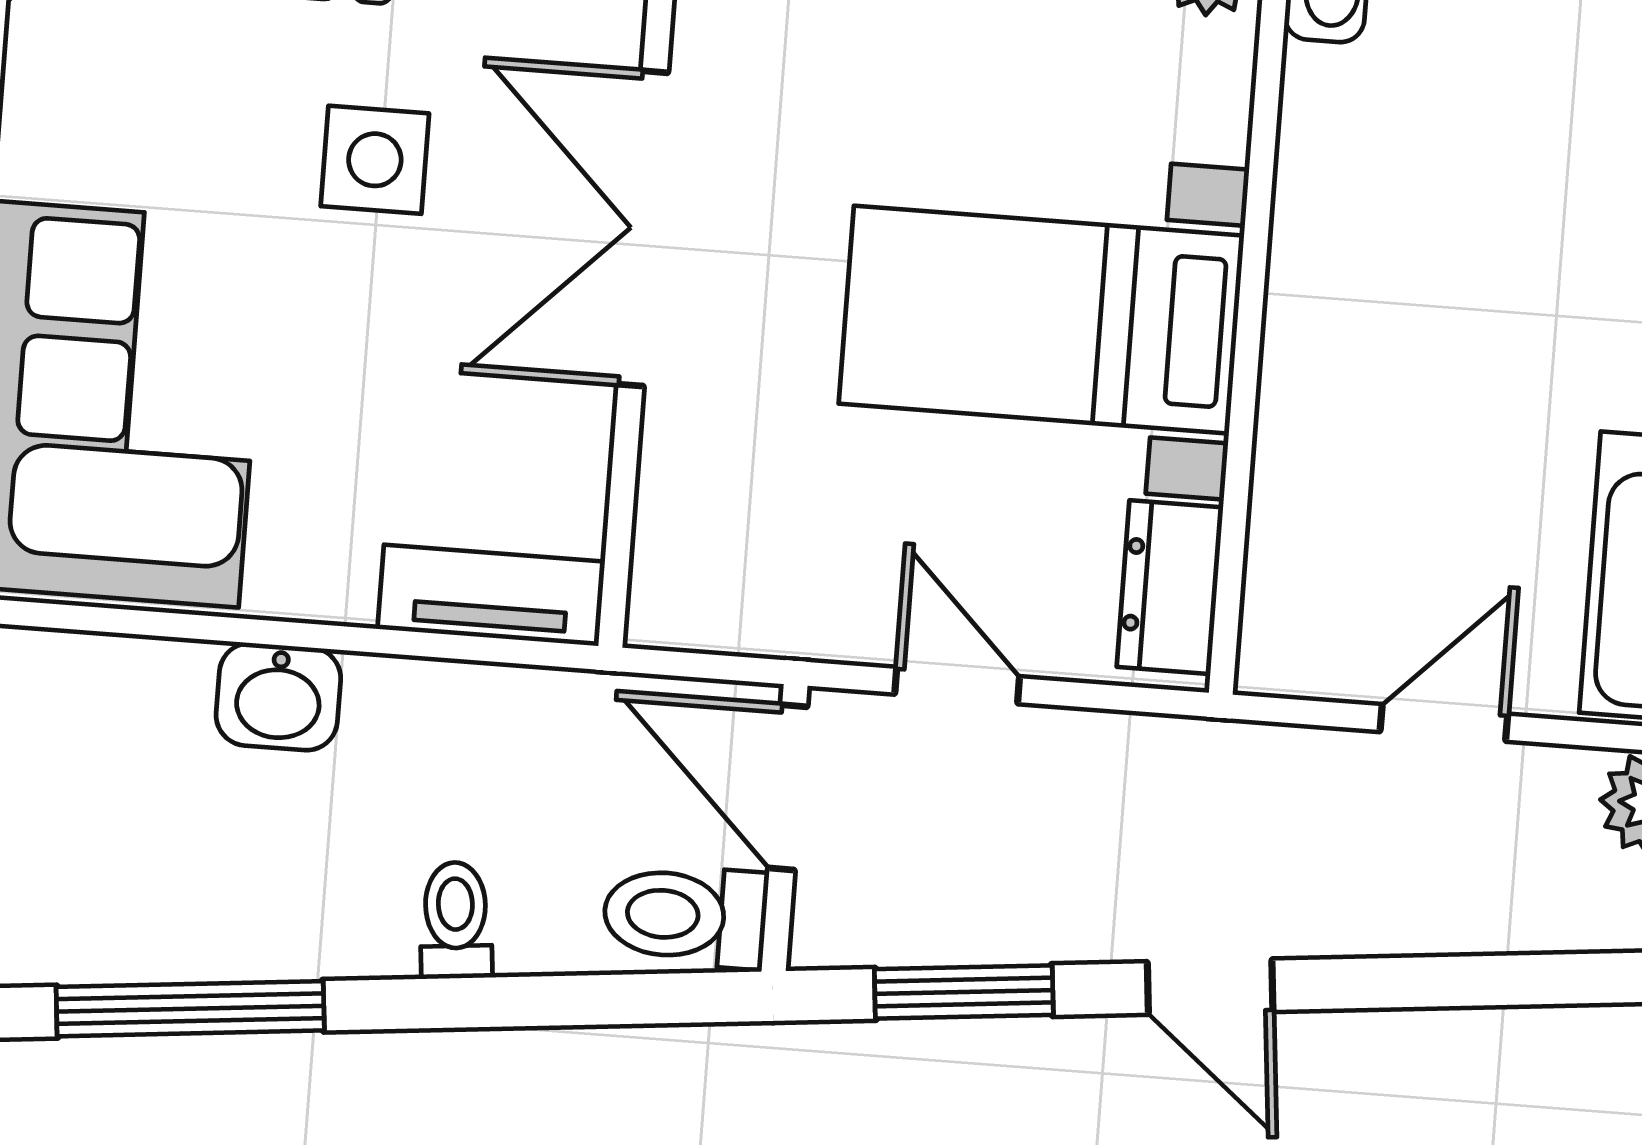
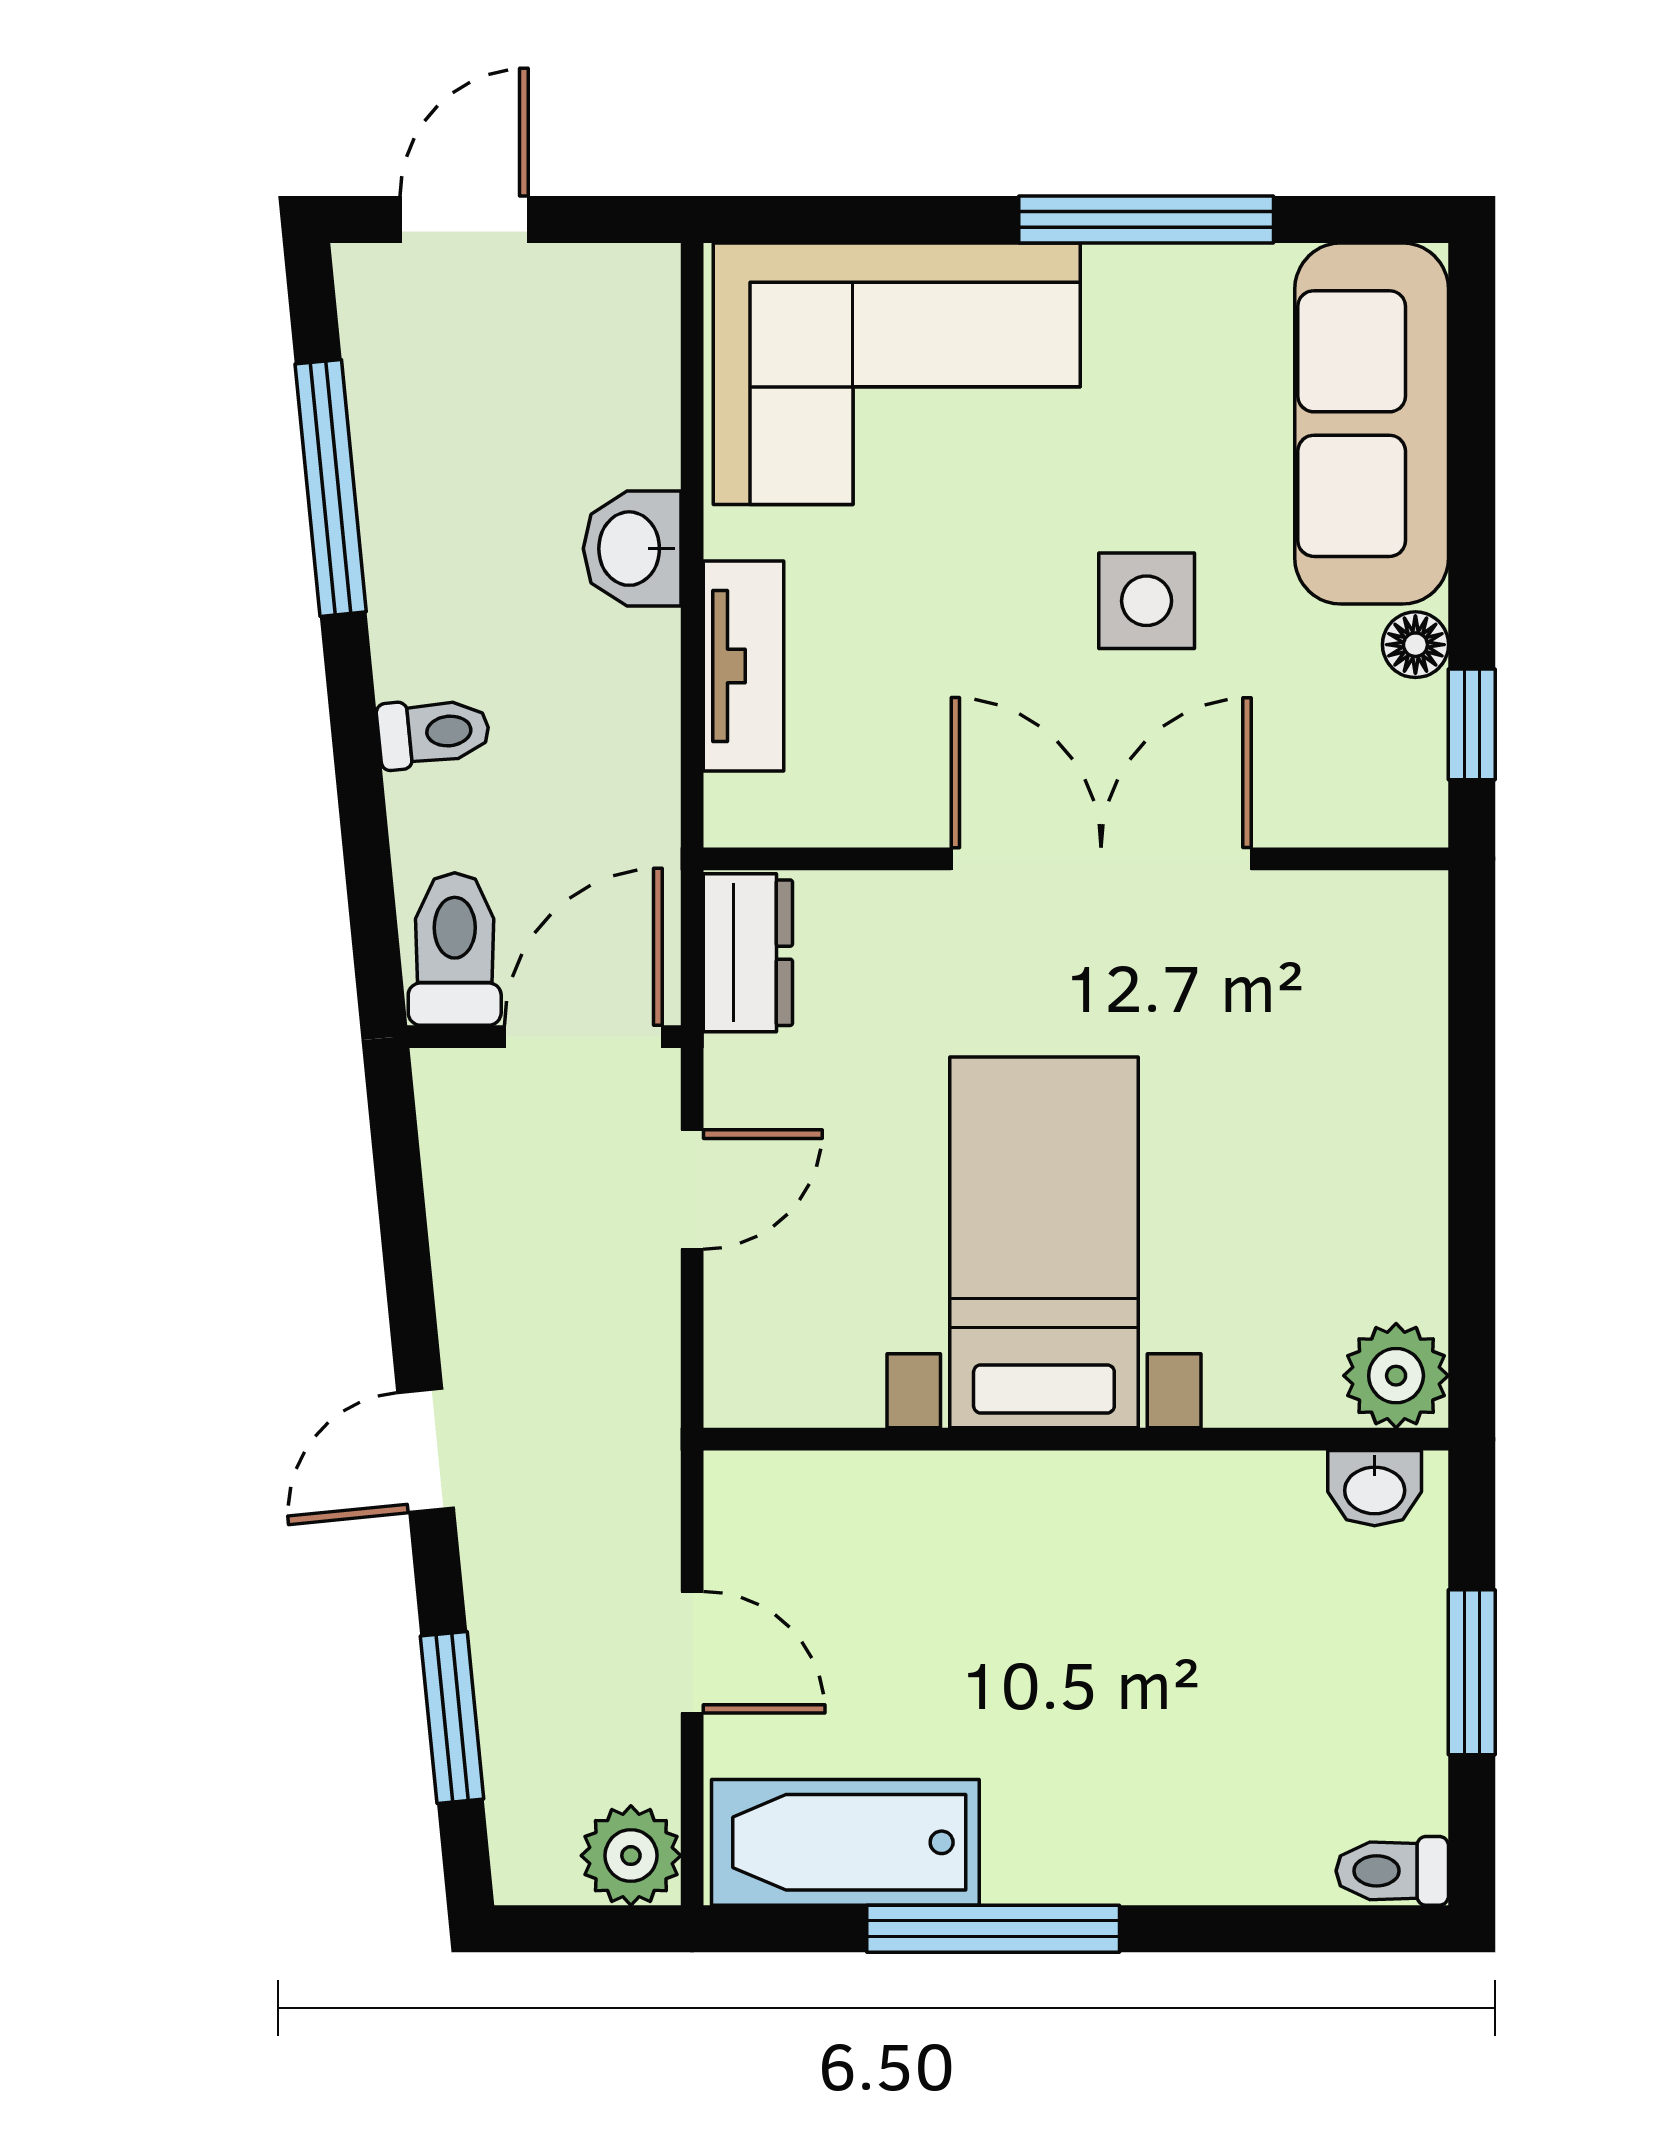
dresser: (1170, 587) -> (748, 953), moved, turned 90
tv unit: (491, 595) -> (743, 666), moved
window: (964, 992) -> (452, 1717), moved

